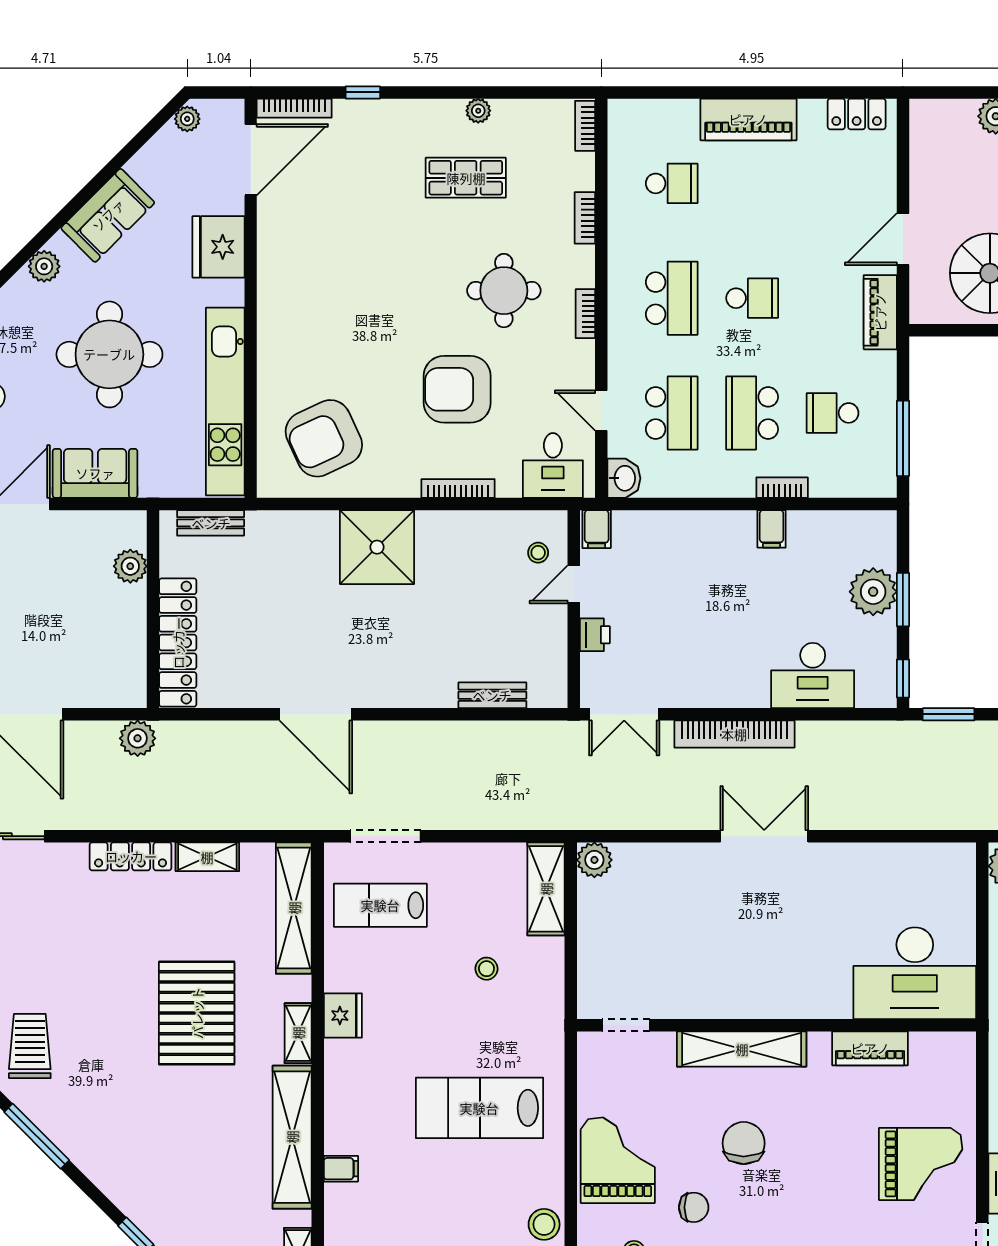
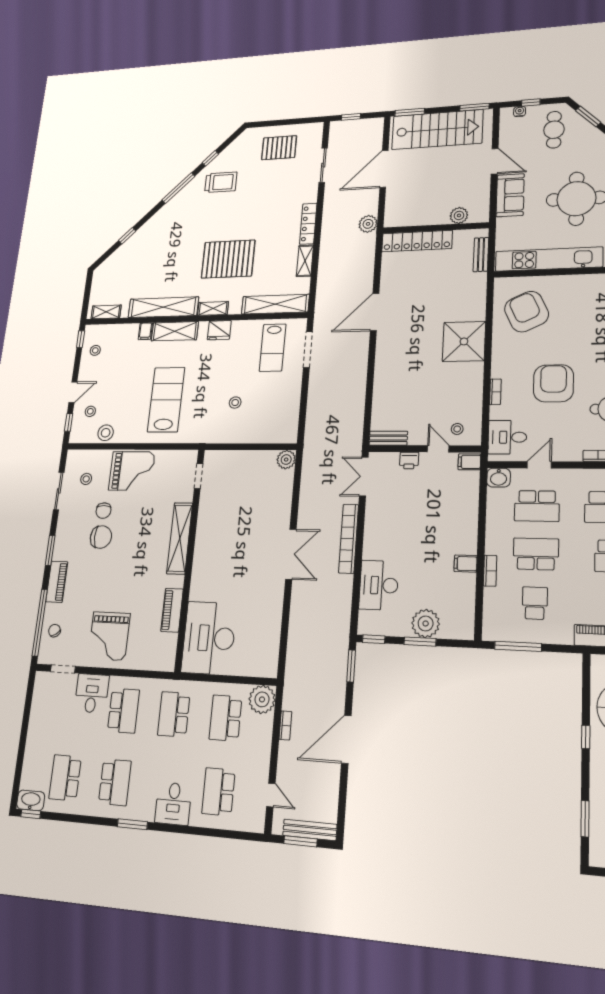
bookcase: (458, 488) -> (495, 392), width x0.64
bench: (492, 695) -> (388, 438), moved, turned 90
shelving: (546, 889) -> (175, 331), moved
lab bench: (380, 905) -> (273, 348), turned 180
chair: (744, 1143) -> (101, 537), moved

